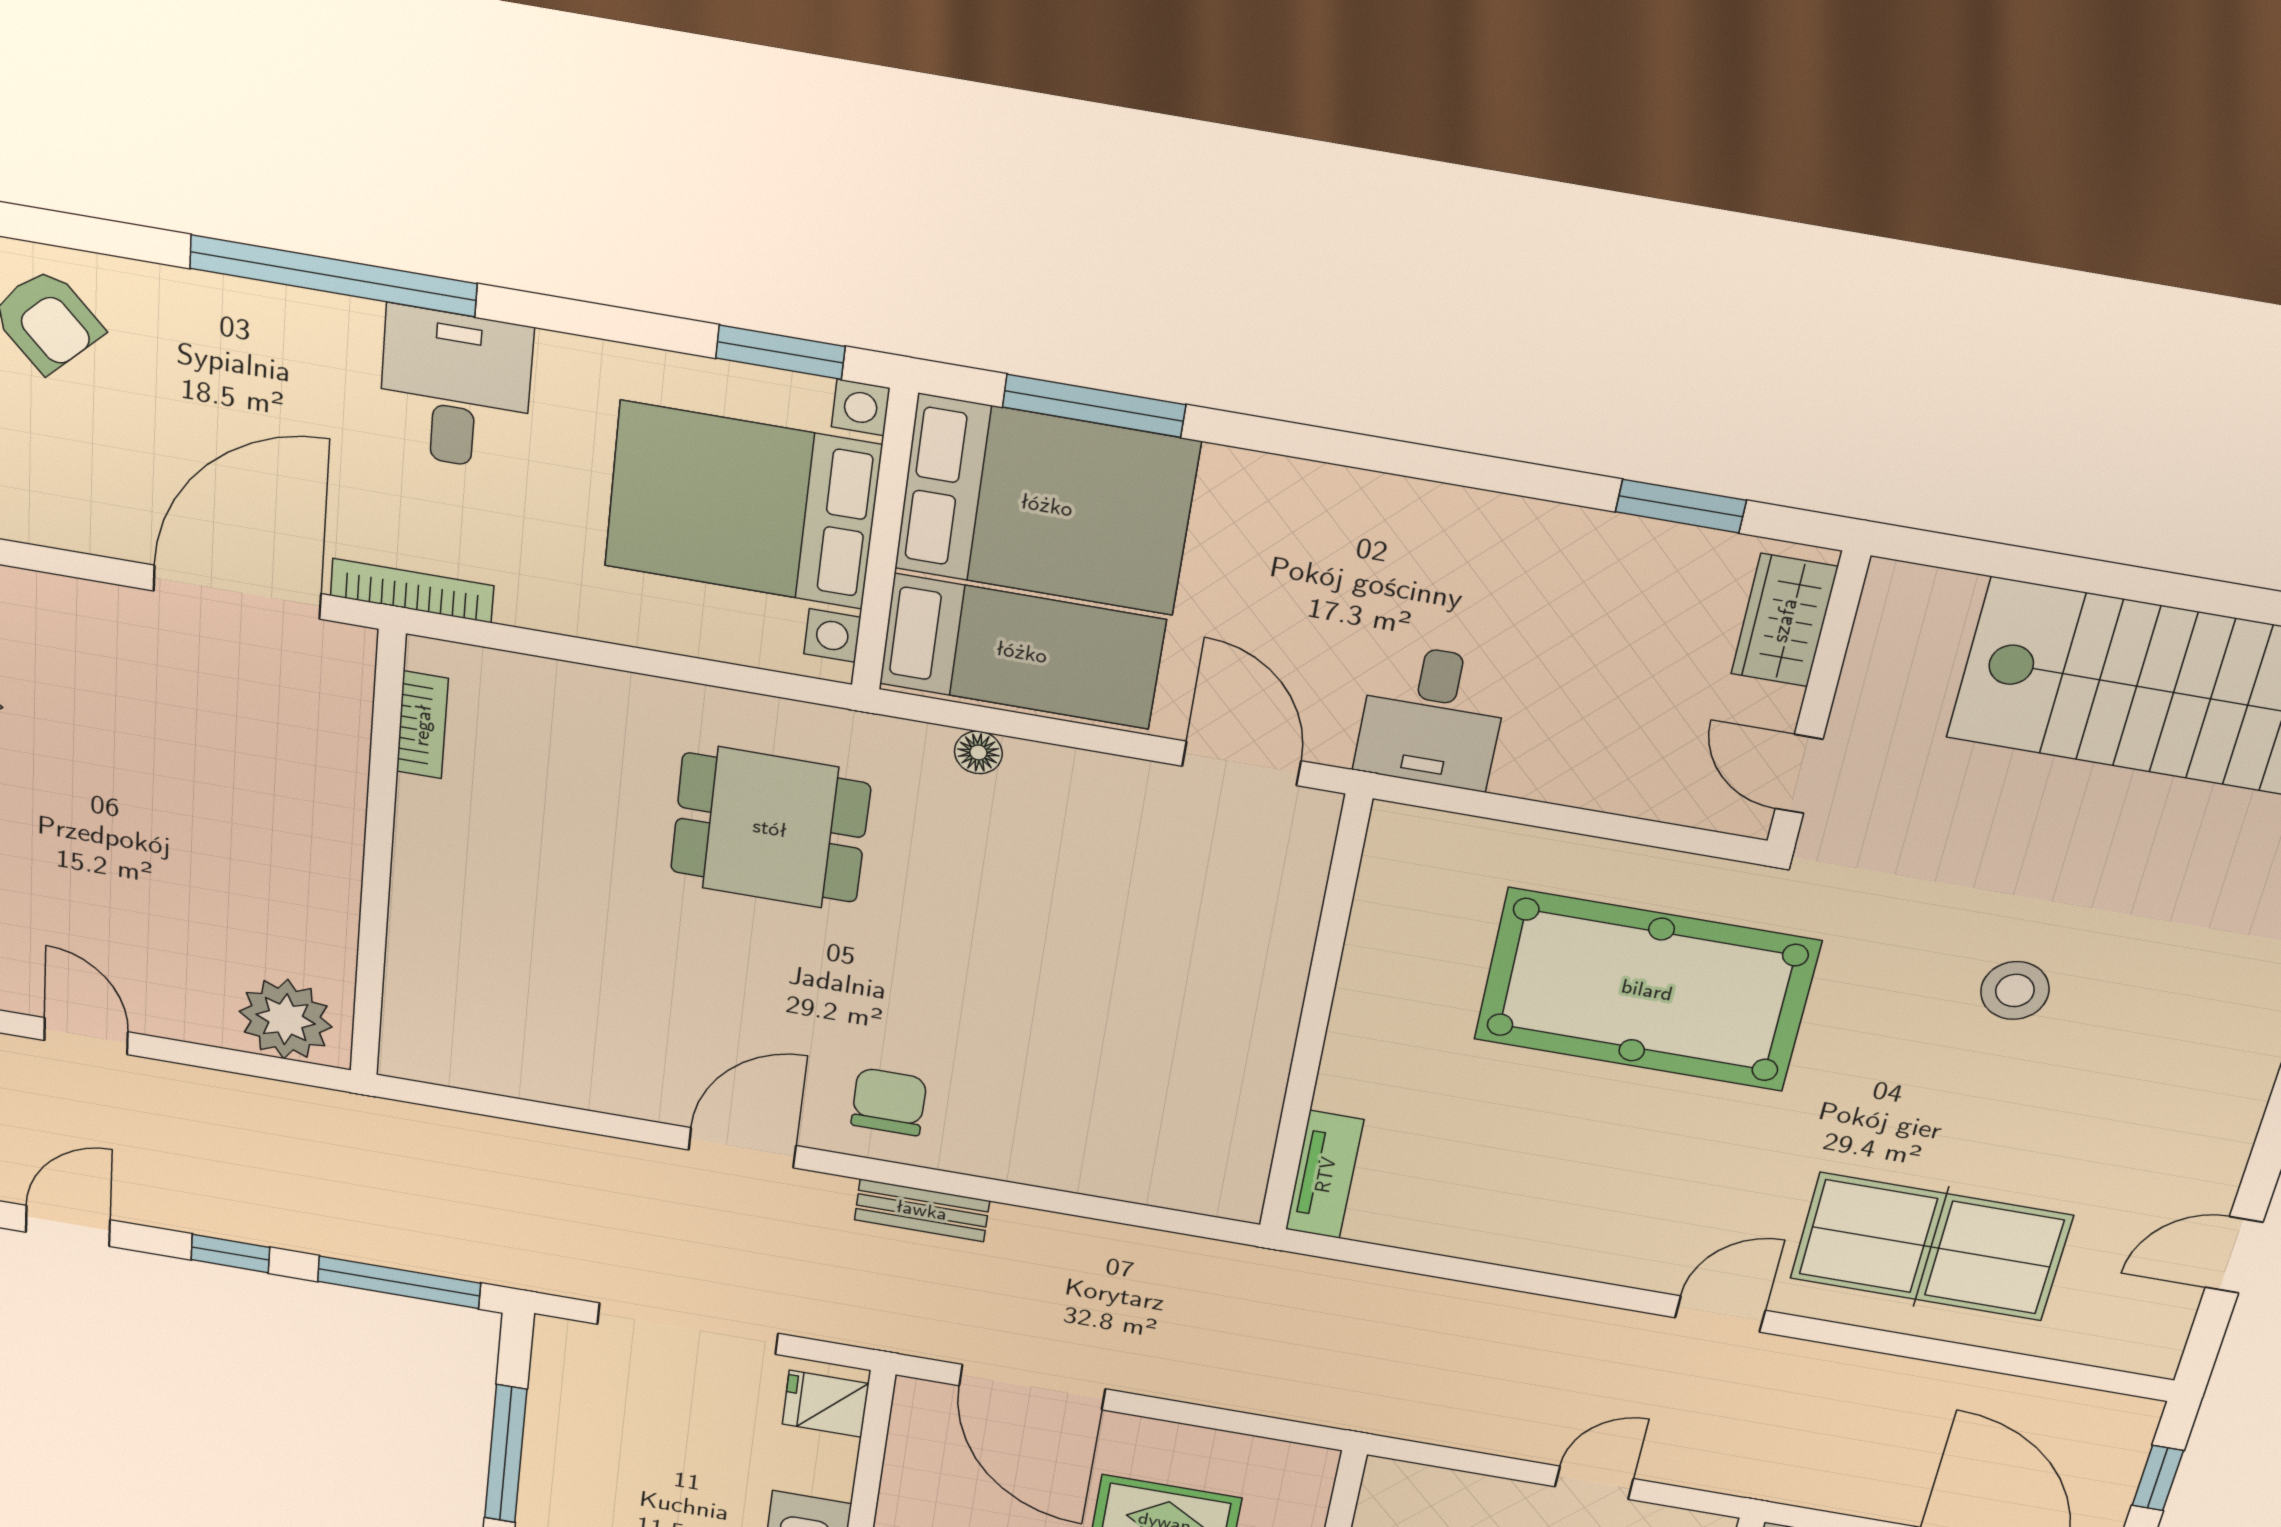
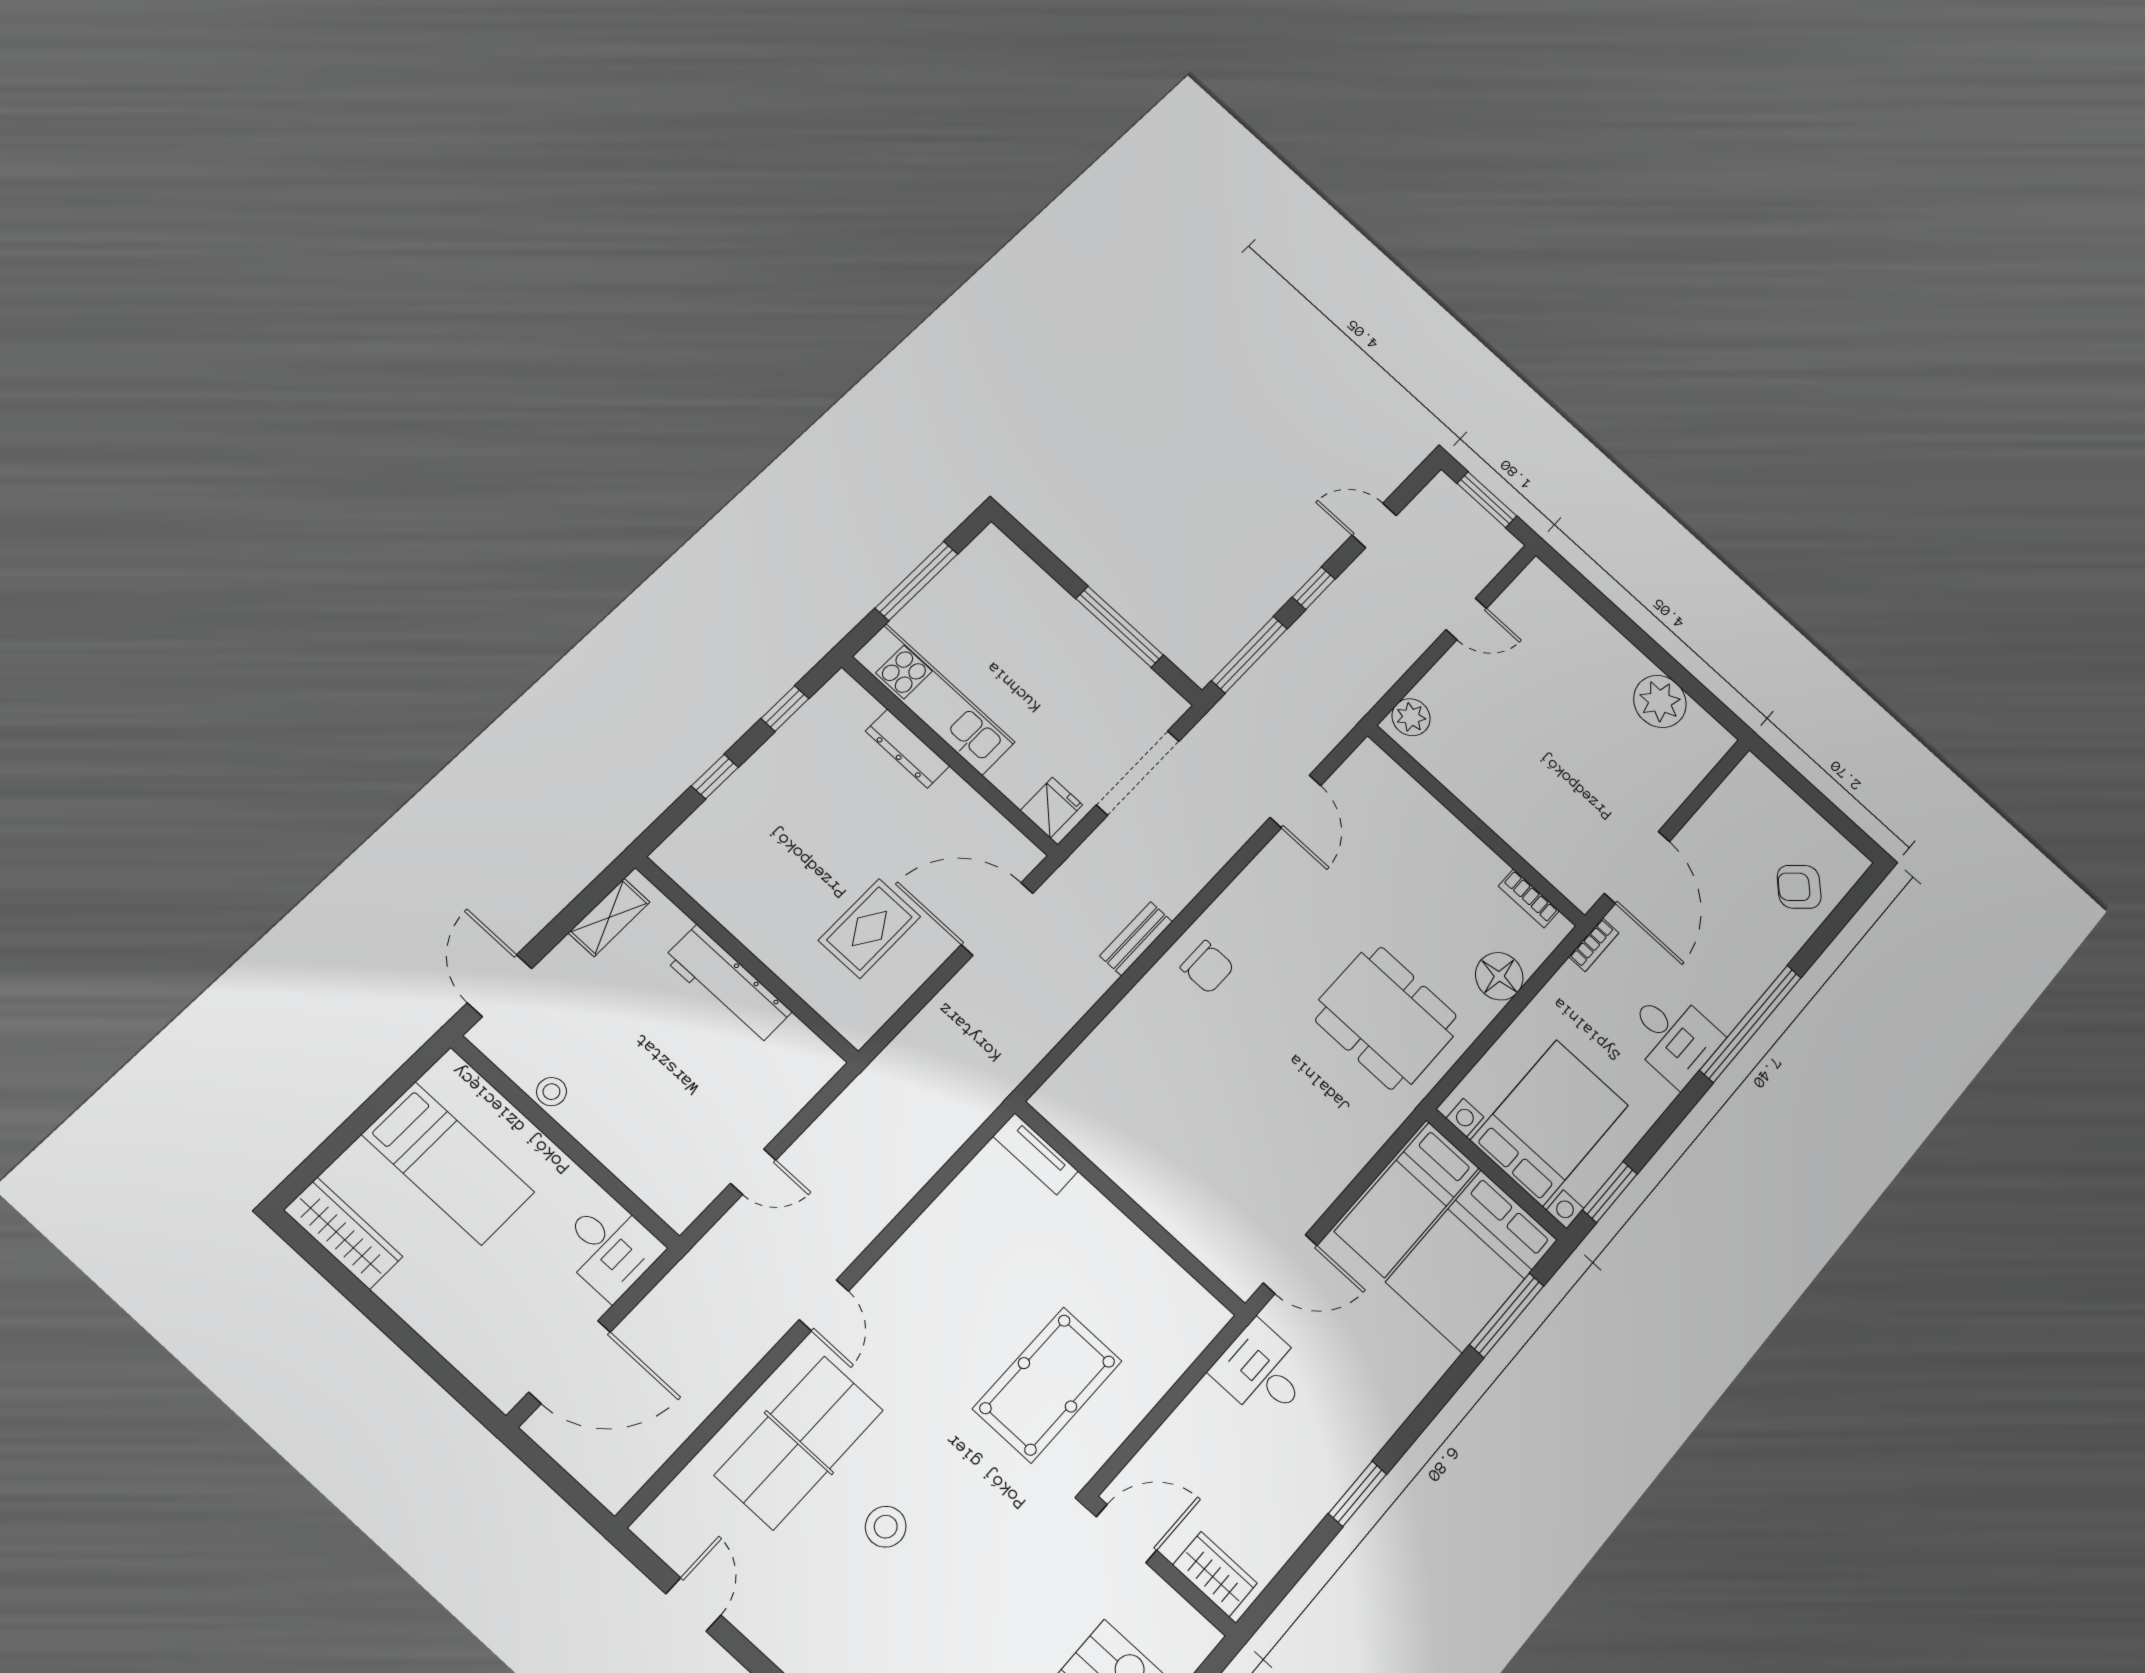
window: (1681, 506) -> (1357, 1494), moved
bookcase: (412, 591) -> (1594, 945), width x0.64
floor lamp: (978, 752) -> (1499, 976), moved, width x1.89, depth x1.89
door: (1799, 774) -> (1126, 1534), width x1.37
dining table: (770, 828) -> (1386, 1018), width x1.38
pool table: (1647, 990) -> (1047, 1385), width x0.73, depth x0.76
stool: (2015, 990) -> (886, 1527), moved
plant: (286, 1019) -> (1411, 717), width x0.73, depth x0.73
door: (742, 1148) -> (1295, 802), moved
door: (68, 1226) -> (1374, 525), swing flipped
window: (2158, 1478) -> (563, 1484), removed
door: (1594, 1483) -> (753, 1172), hinge flipped

